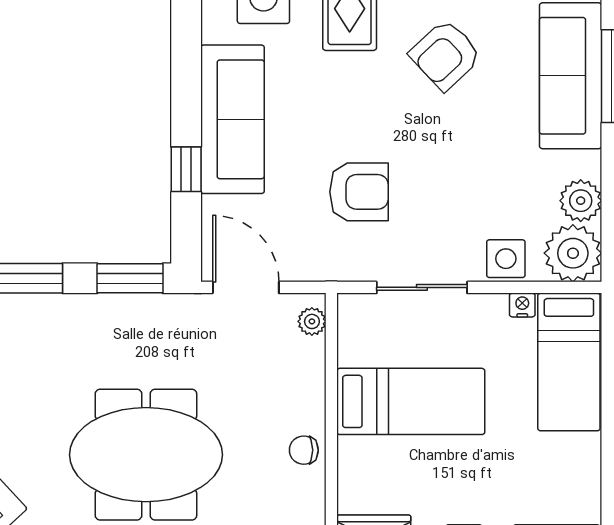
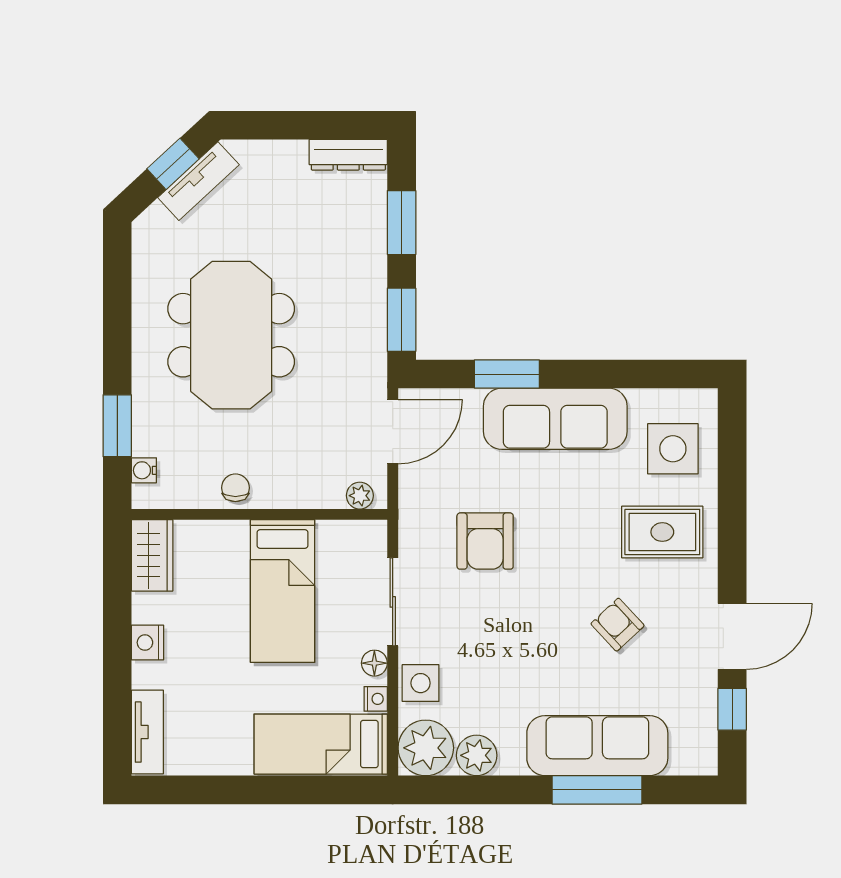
armchair: (445, 55) -> (618, 625), width x0.72, depth x0.72
window: (186, 169) -> (507, 374), width x1.50
floor lamp: (485, 306) -> (374, 663), added

